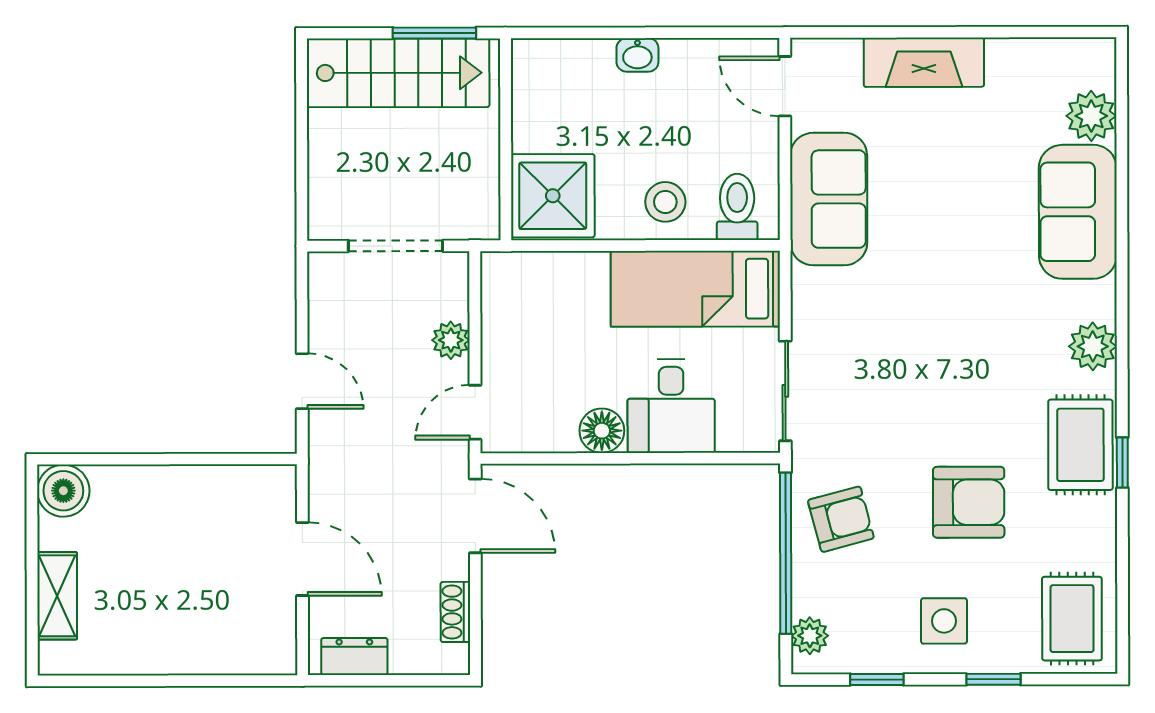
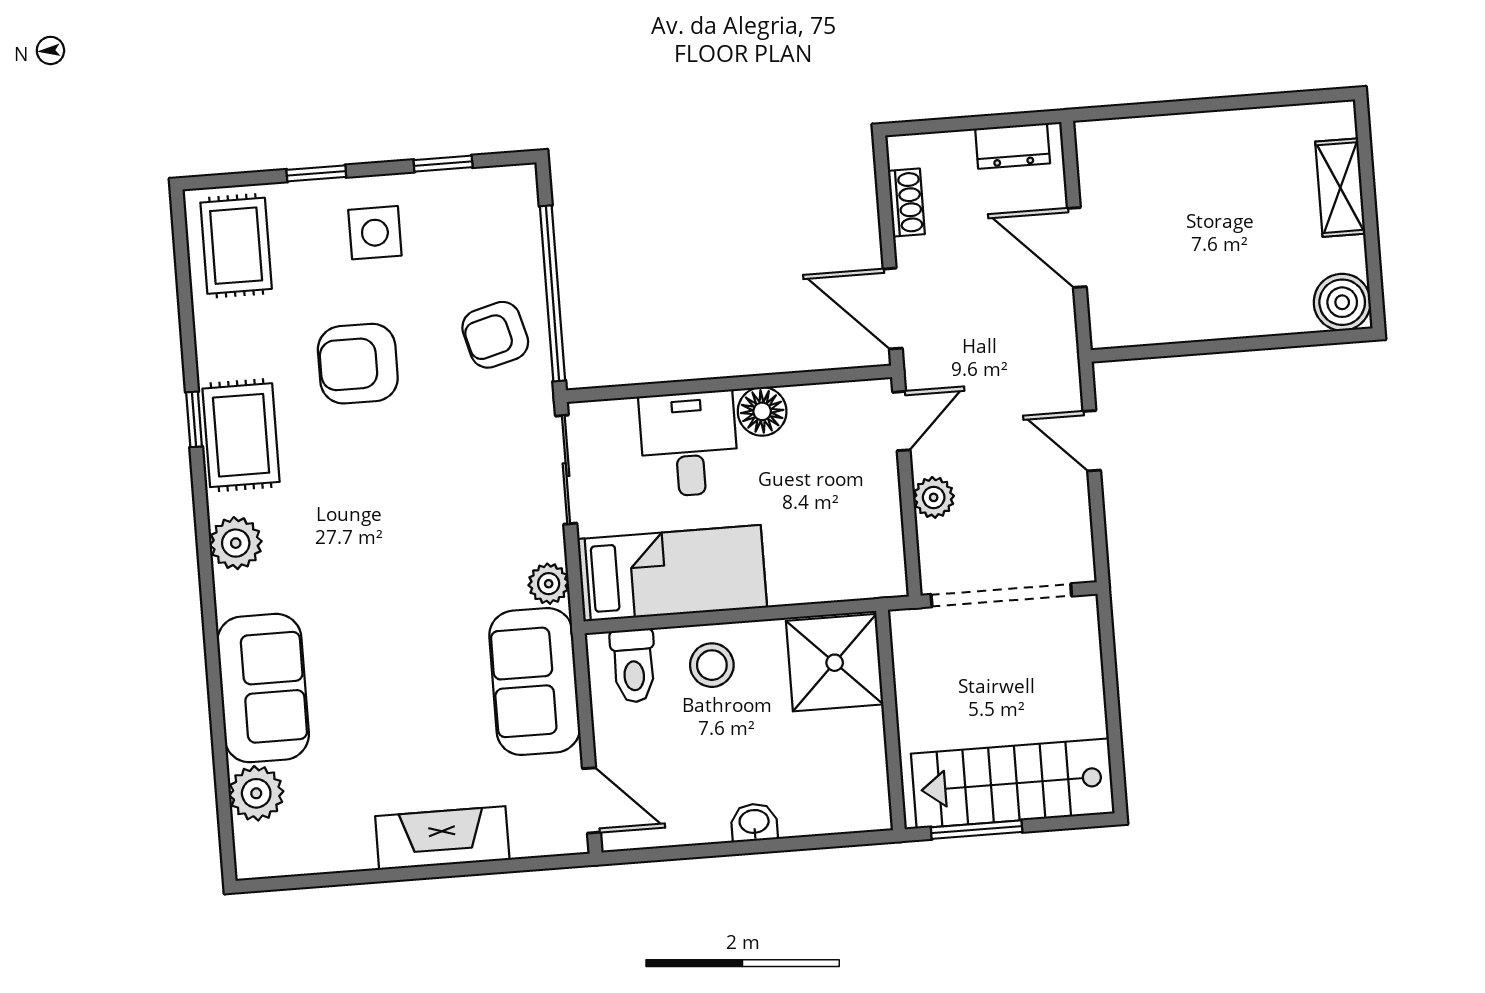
doorway: (396, 246) -> (1001, 595), width x1.36
plant: (810, 636) -> (549, 584), moved

